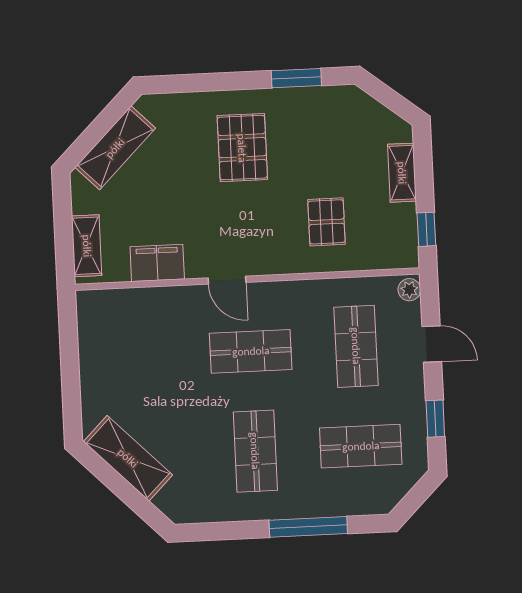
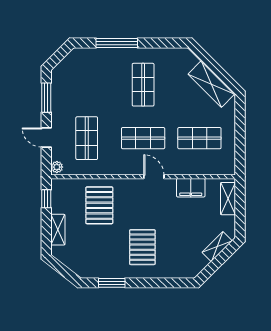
shelving: (115, 148) -> (217, 247), width x0.67, depth x0.75
pallet: (326, 222) -> (99, 205), width x1.50, depth x1.42
window: (435, 419) -> (46, 98), width x1.50
shop shelf: (361, 446) -> (199, 138), moved

